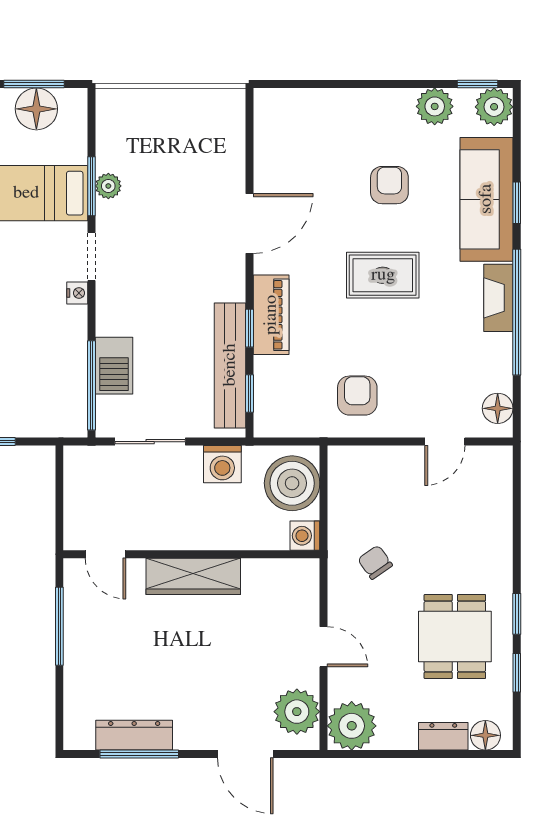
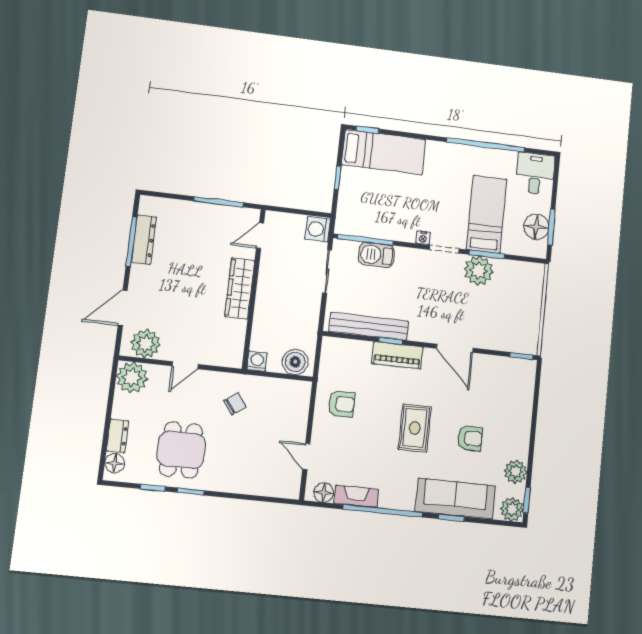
plant: (108, 186) -> (479, 271), width x1.88, depth x1.88
fireplace: (498, 298) -> (356, 496), moved
window: (249, 394) -> (521, 356), moved
washing machine: (222, 464) -> (318, 229), moved
boiler: (292, 483) -> (295, 362), width x0.73, depth x0.73
dining table: (455, 636) -> (181, 450), turned 90

